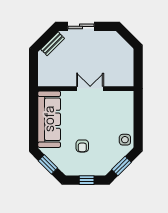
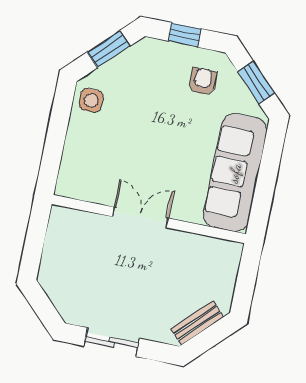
sliding door: (81, 26) -> (112, 342), moved
double door: (90, 89) -> (140, 217), swing flipped
armchair: (82, 146) -> (203, 81), moved

